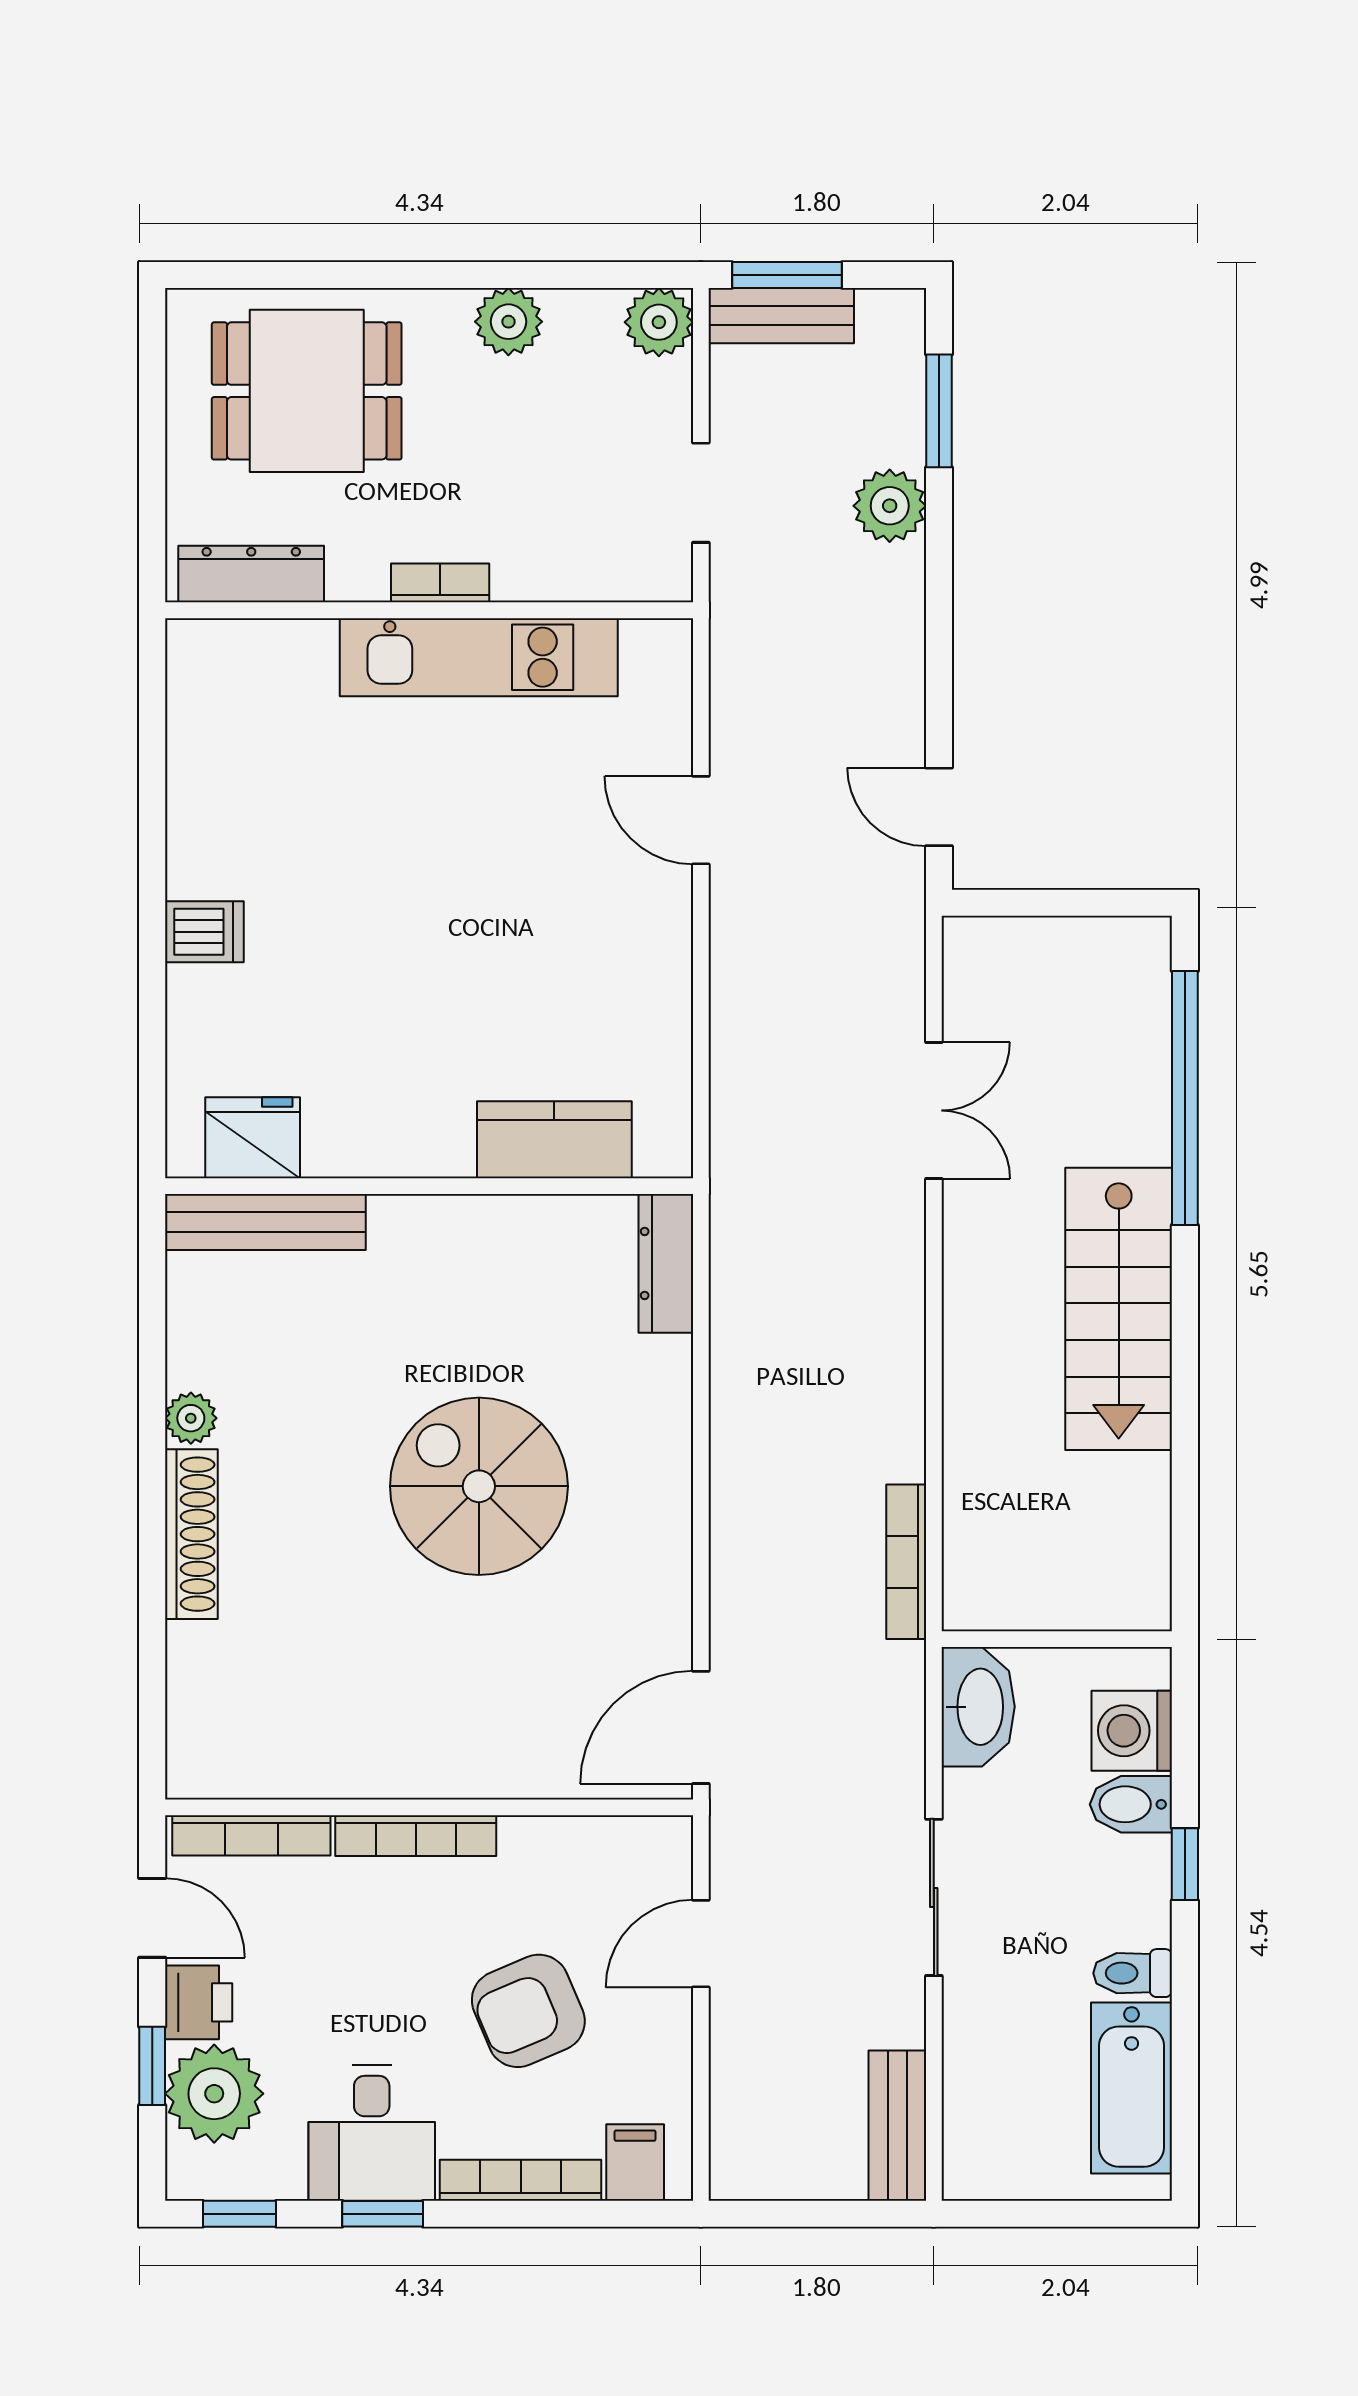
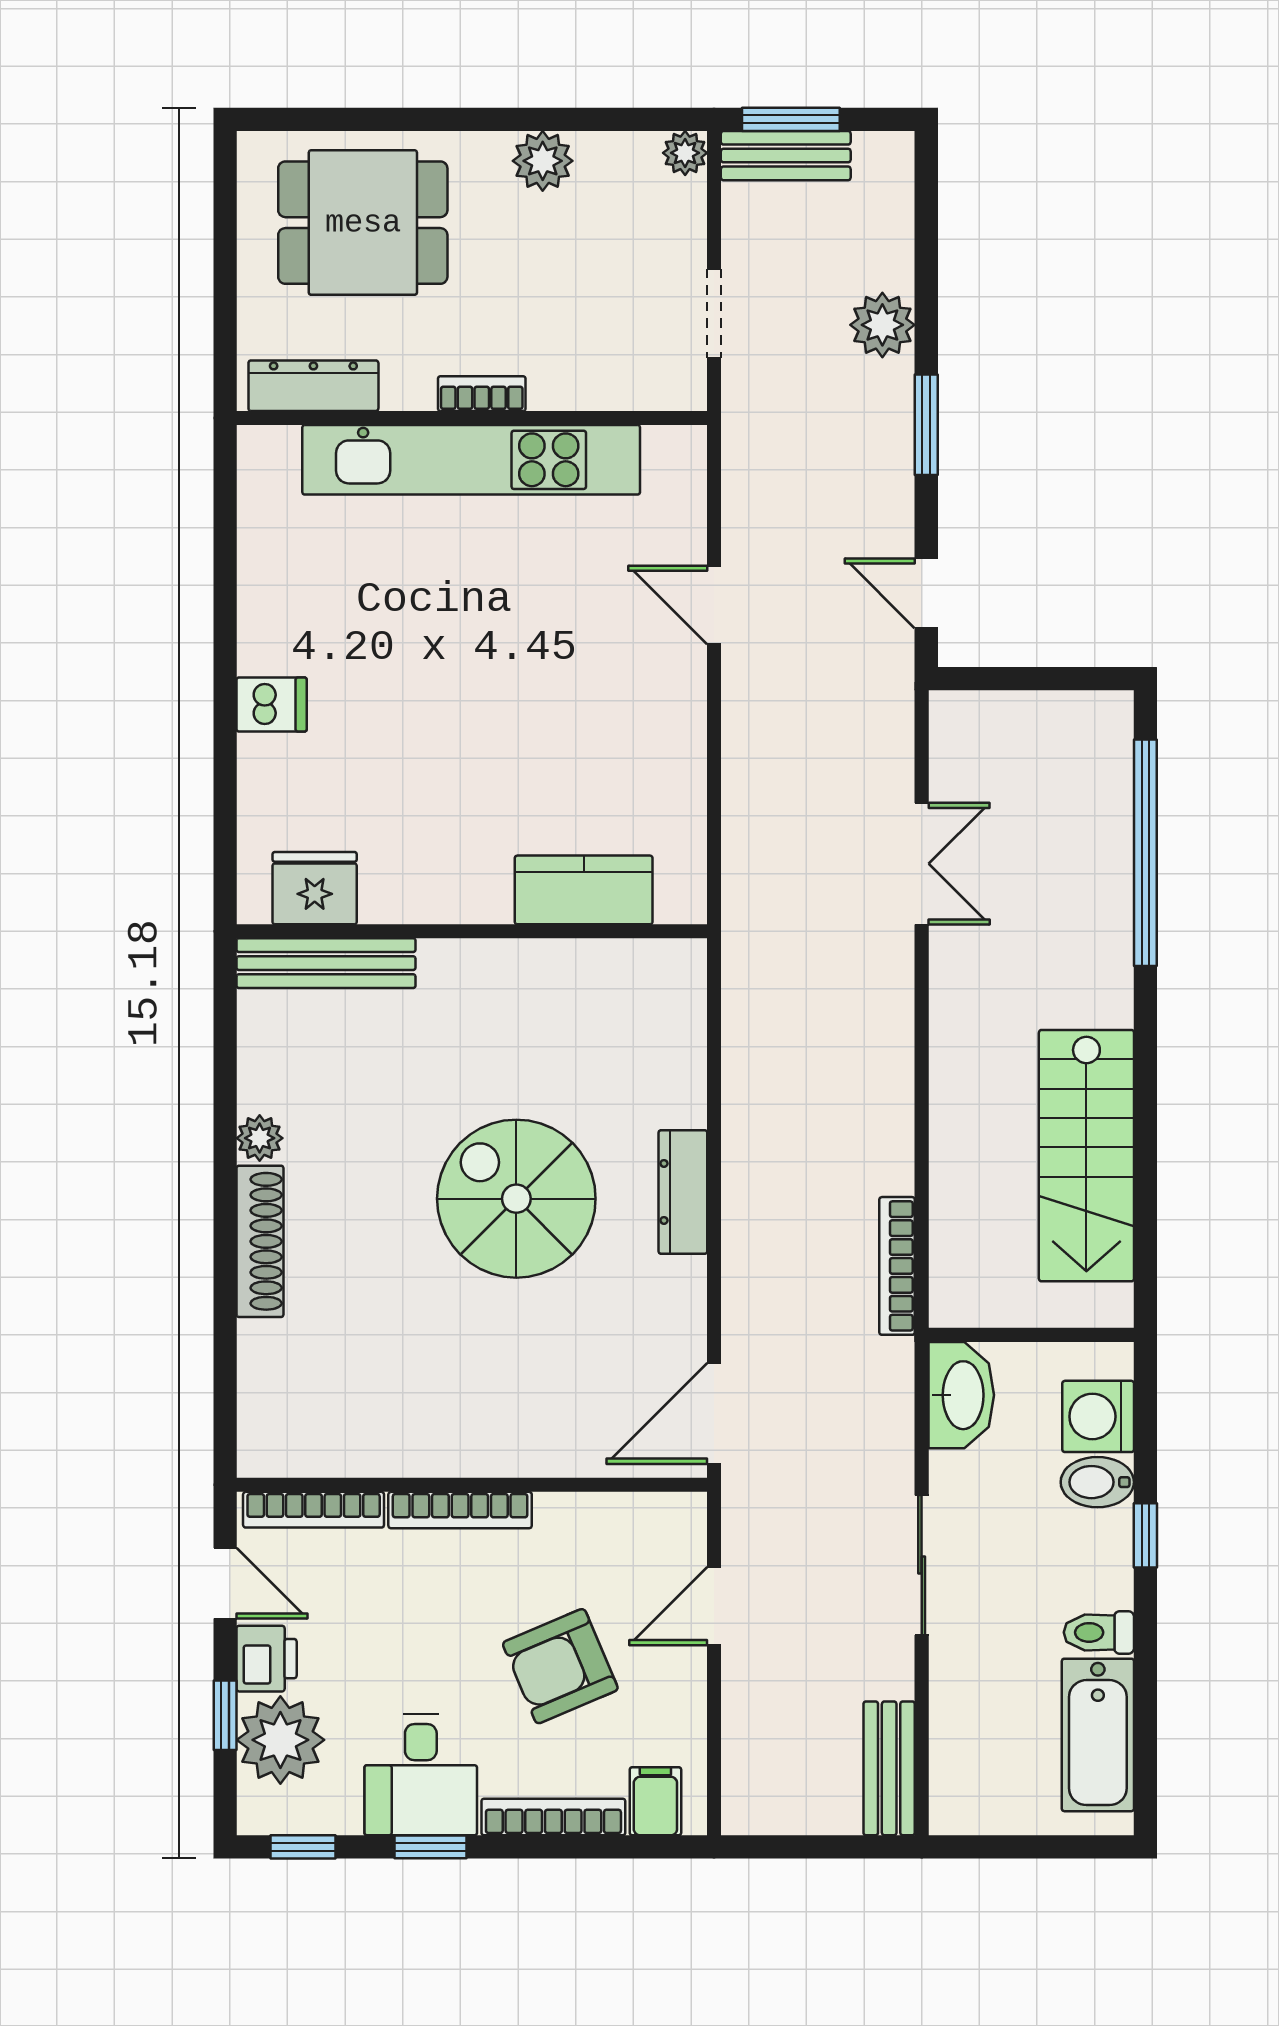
plant: (659, 322) -> (685, 153), width x0.73, depth x0.73
window: (939, 411) -> (926, 425), moved
kitchen unit: (479, 657) -> (471, 460), width x1.36
dresser: (666, 1263) -> (683, 1192), moved
stairs: (1119, 1309) -> (1086, 1156), moved

